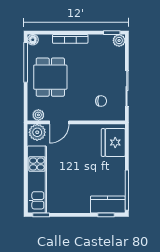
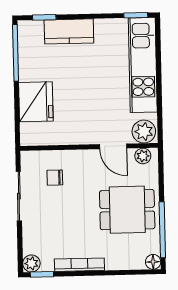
bookcase: (70, 39) -> (79, 265), moved
dining table: (50, 77) -> (127, 210), turned 90
door: (59, 122) -> (113, 146), swing flipped
fridge: (113, 142) -> (36, 102), moved
kitchen counter: (108, 204) -> (69, 31), moved

